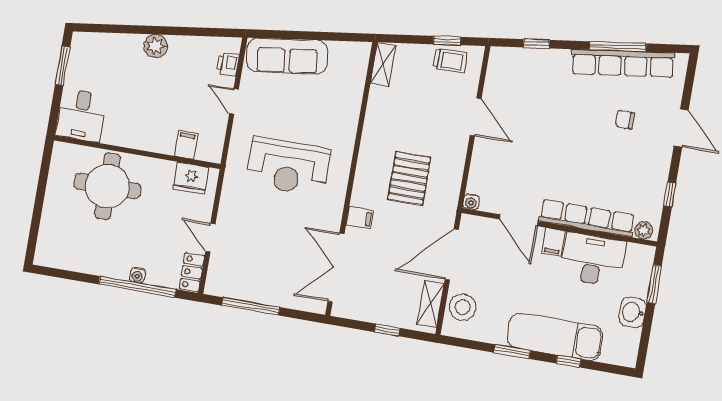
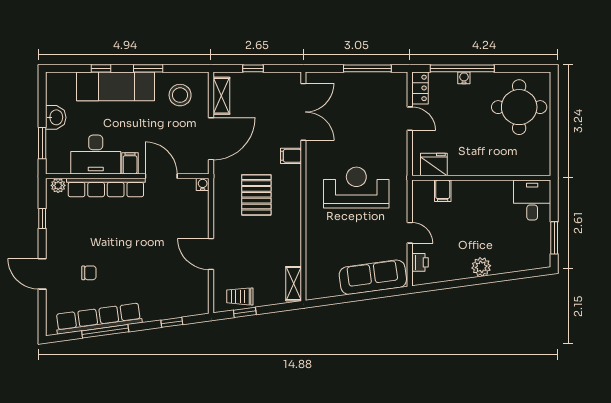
round table: (107, 186) -> (519, 107), moved
stool: (463, 307) -> (180, 95), moved

